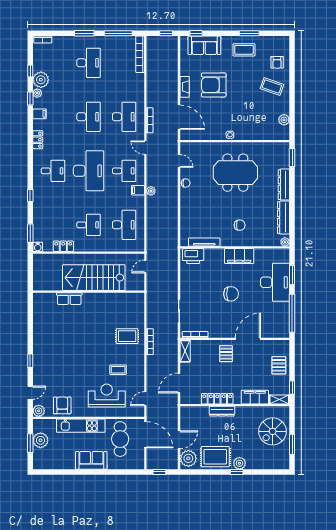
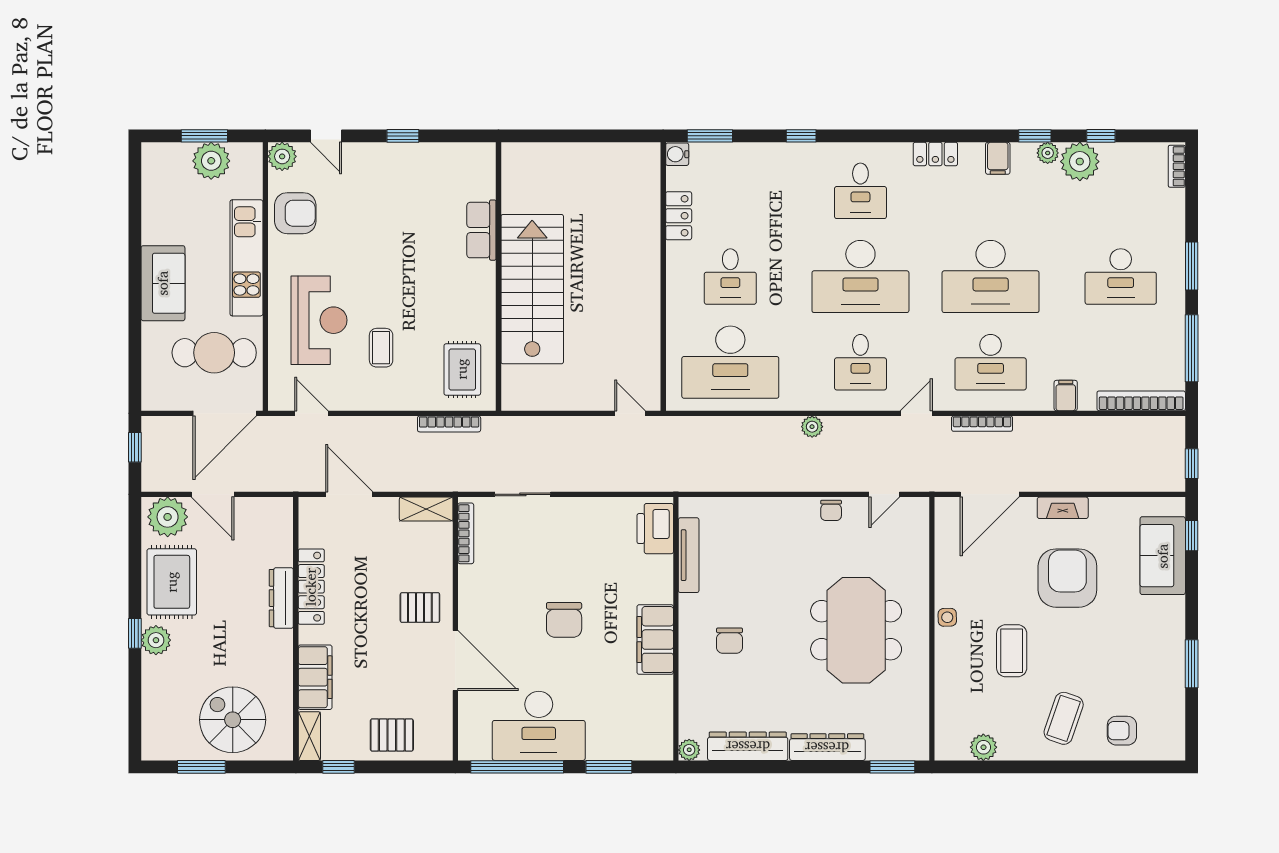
coffee table: (244, 50) -> (1012, 651), moved
desk: (89, 117) -> (991, 277), width x1.36, depth x1.30
filing cabinet: (138, 190) -> (1066, 396), moved
desk: (124, 225) -> (730, 362), width x1.36, depth x1.30
stairs: (94, 278) -> (532, 289), moved
desk: (275, 282) -> (539, 726), moved
wall: (89, 292) -> (499, 277), moved
row of seats: (69, 299) -> (481, 230), moved

